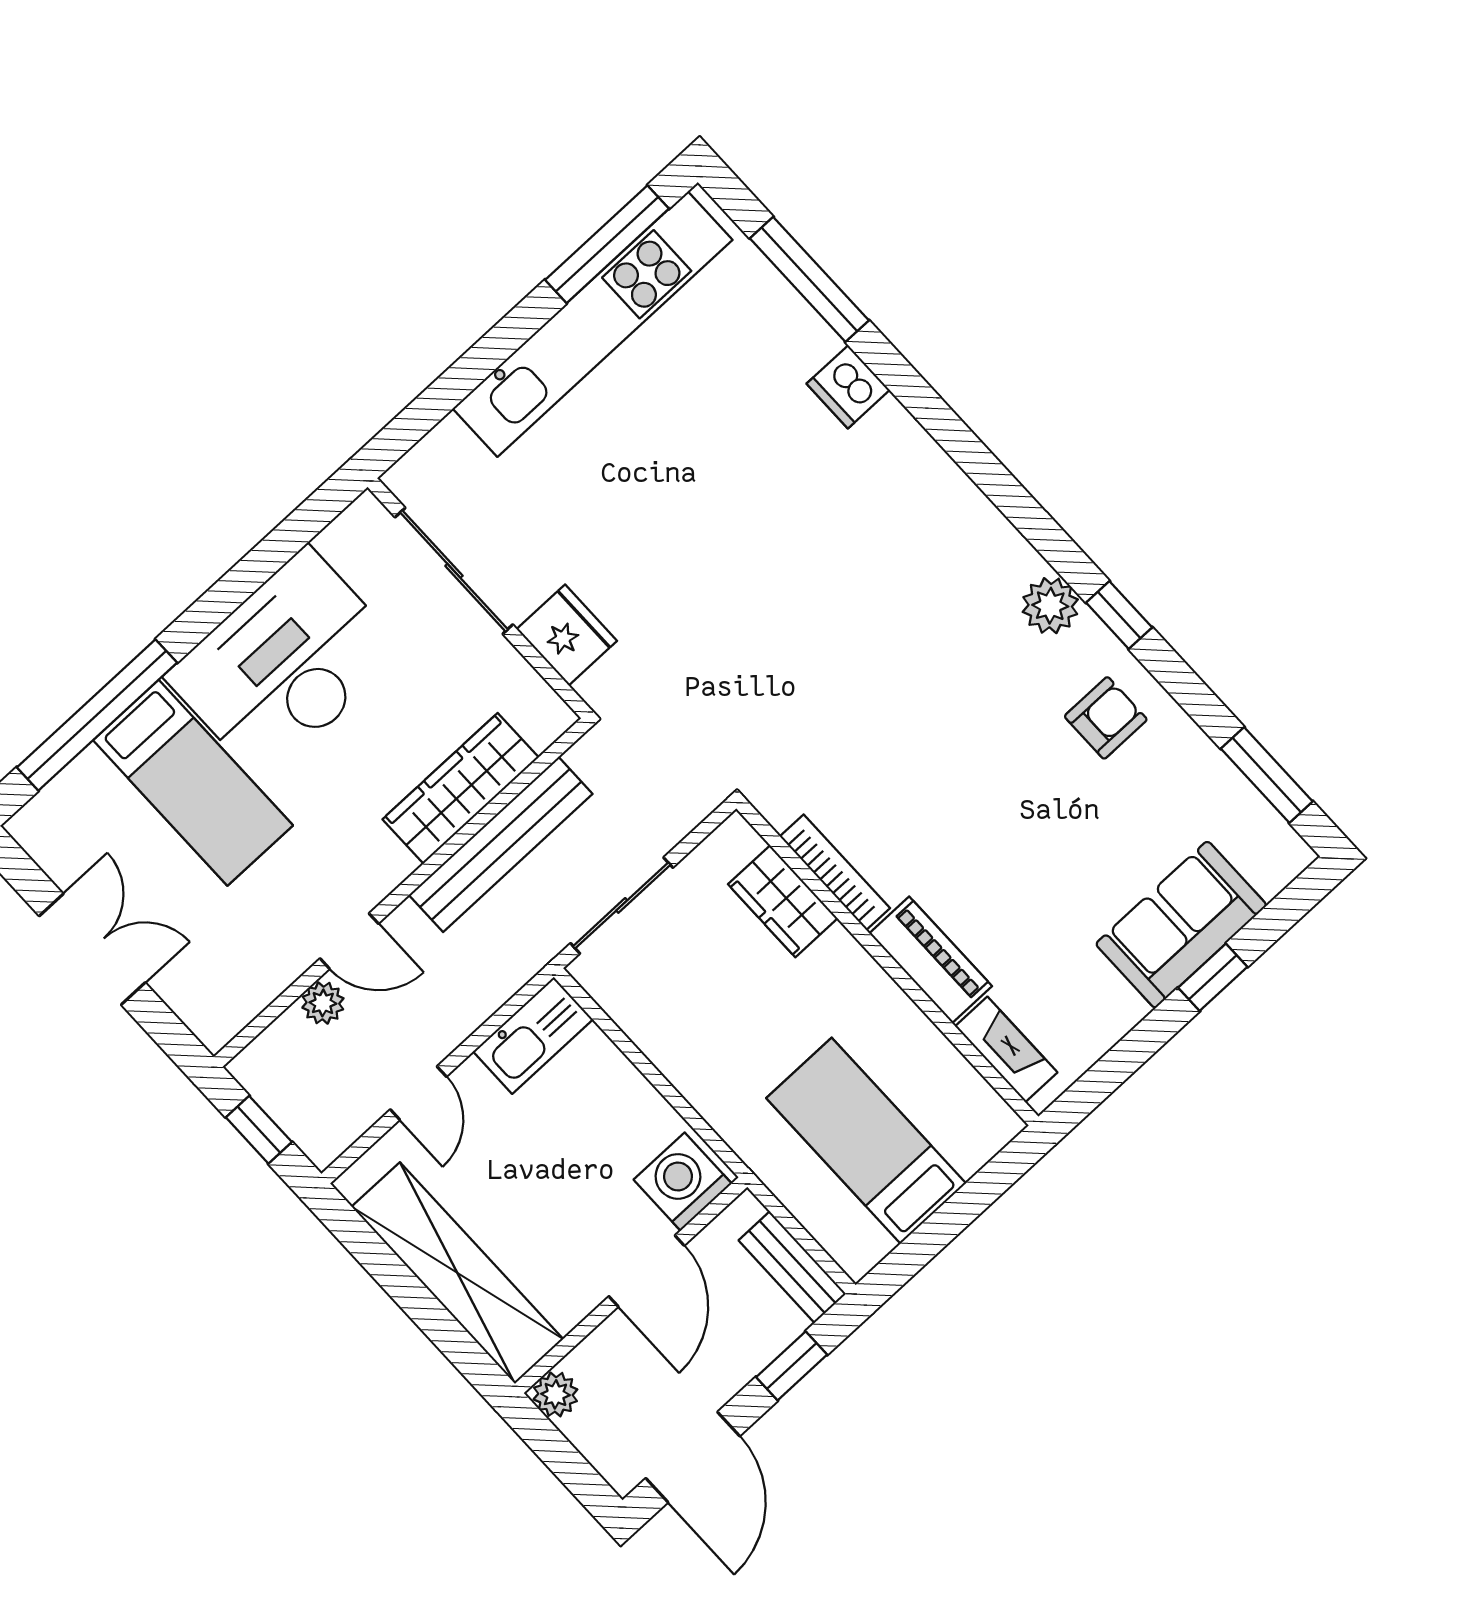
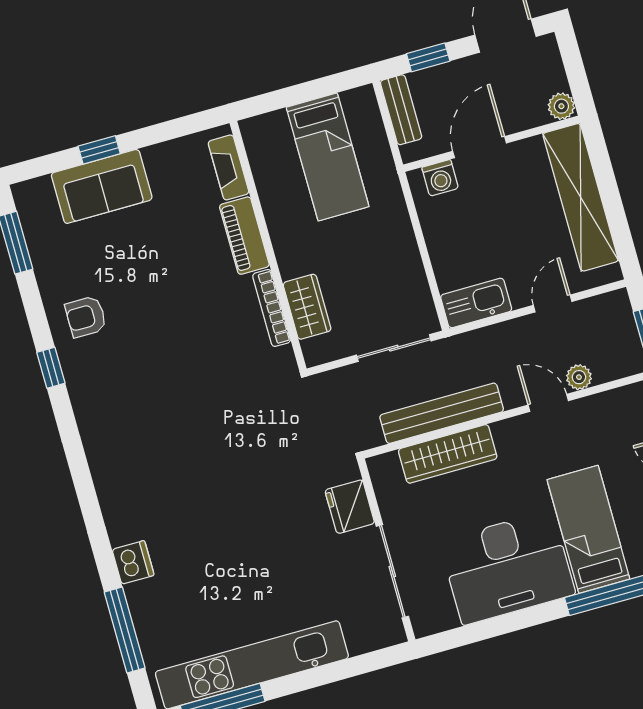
plant: (1050, 606) -> (85, 391), removed
washing machine: (683, 1182) -> (440, 178), width x0.73, depth x0.73

